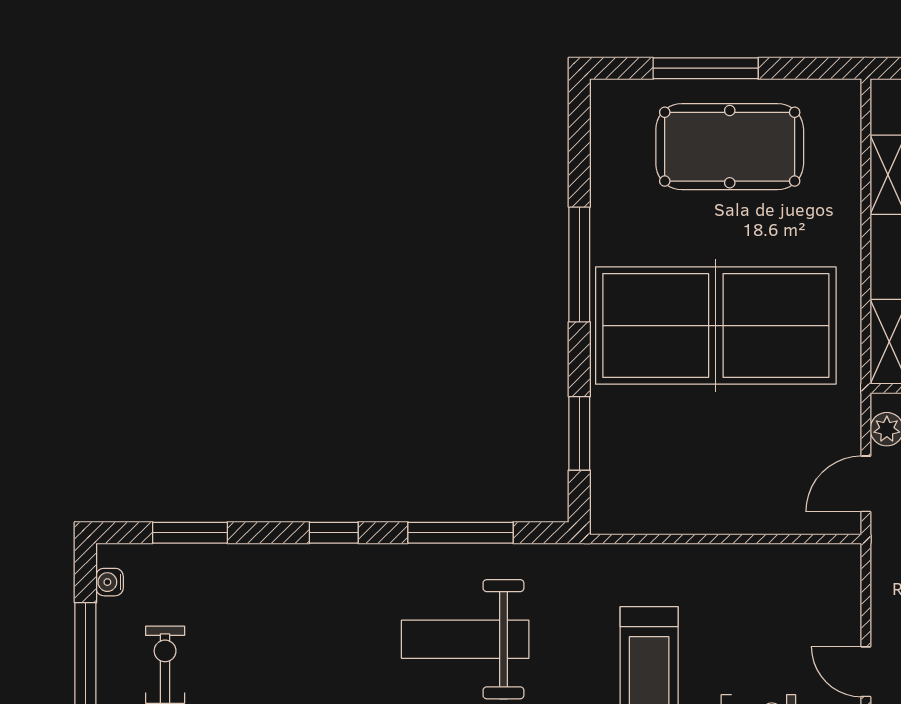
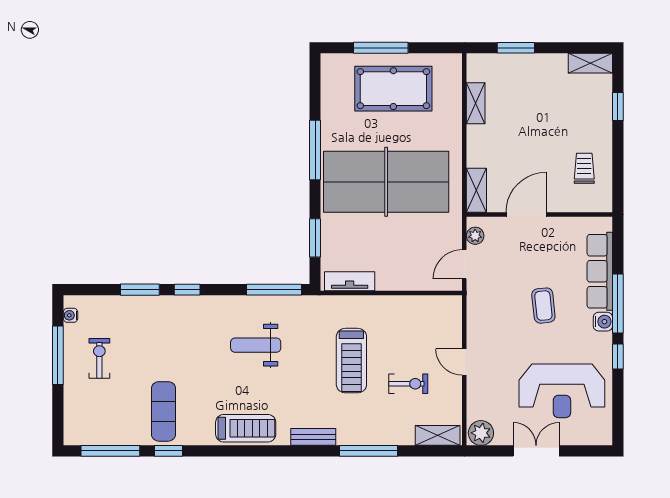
tv unit: (646, 517) -> (350, 281), added
window: (190, 533) -> (140, 290), moved
window: (460, 533) -> (274, 290), moved
weight bench: (465, 639) -> (256, 345), width x0.73, depth x0.75

